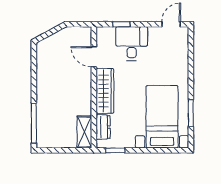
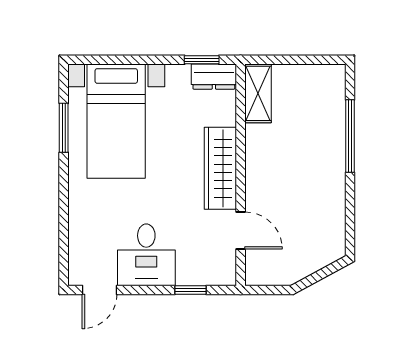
desk: (132, 43) -> (146, 255), moved
window: (34, 123) -> (350, 136), moved
dresser: (103, 127) -> (214, 77), moved, turned -90

